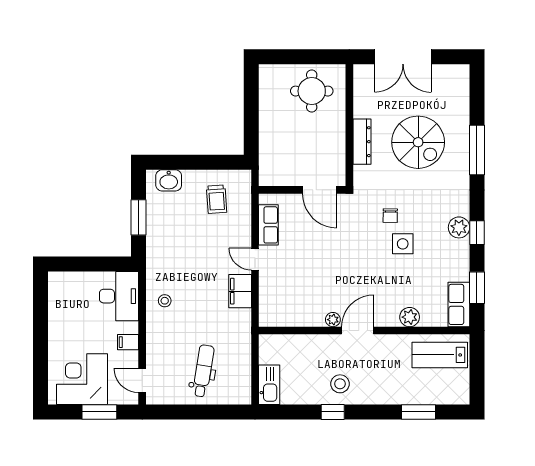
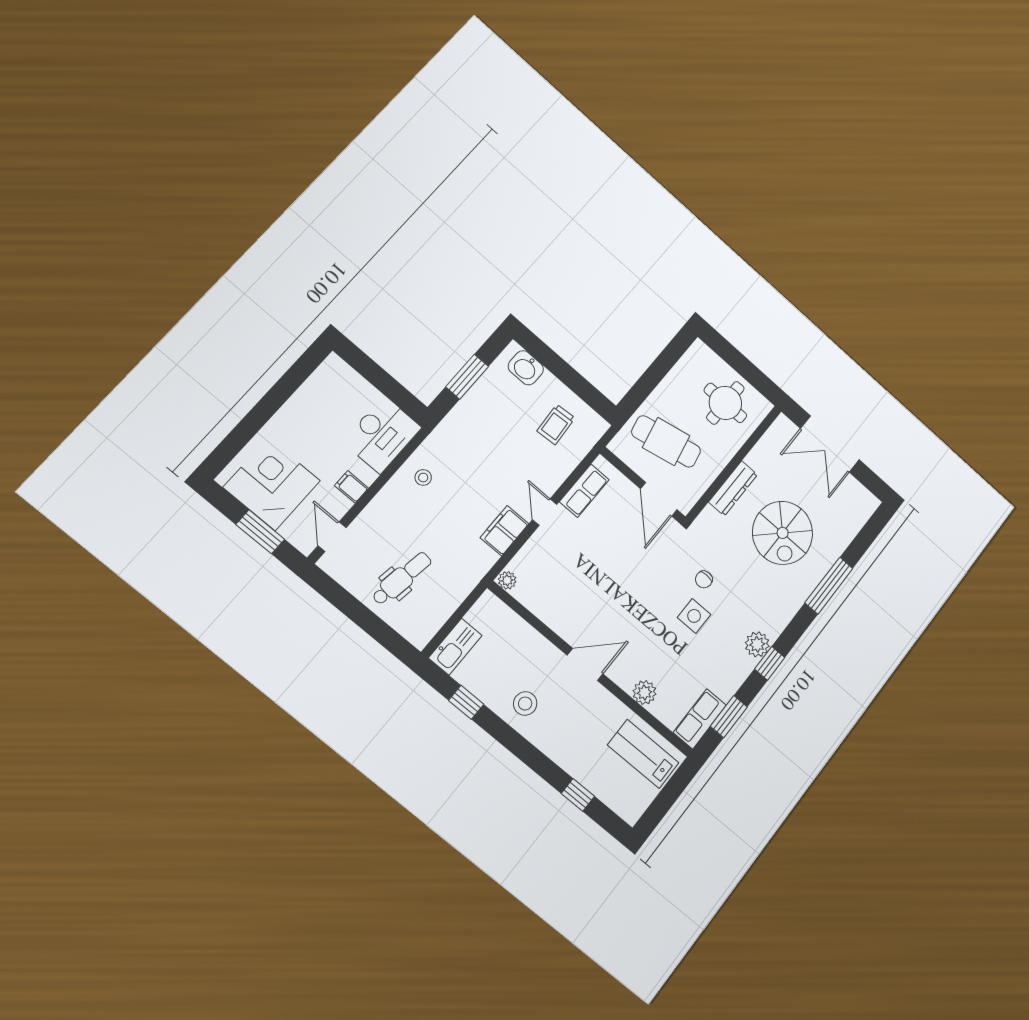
cafe table: (294, 149) -> (666, 441), added
plant: (333, 320) -> (507, 580), moved
window: (333, 412) -> (466, 702), moved
window: (418, 412) -> (578, 795), width x0.67

